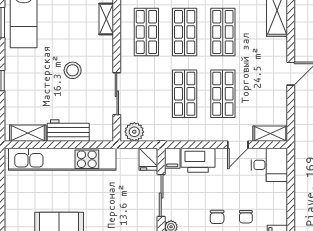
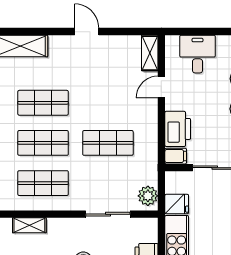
shop shelf: (223, 94) -> (108, 103), removed
door: (238, 145) -> (161, 87), swing flipped
fridge: (148, 159) -> (177, 204), moved
desk: (269, 165) -> (197, 54), moved

